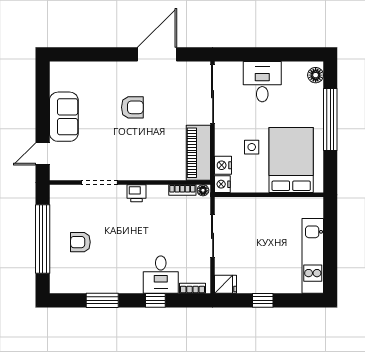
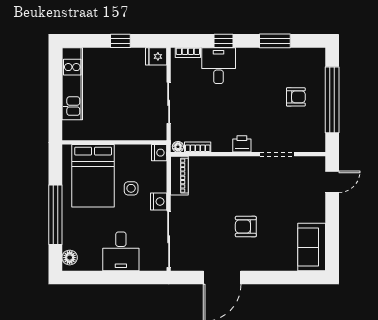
sofa: (64, 117) -> (312, 247), moved
piano: (198, 153) -> (179, 176), width x0.73, depth x0.75
nightstand: (223, 165) -> (159, 202), moved

